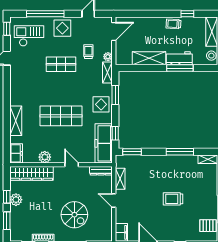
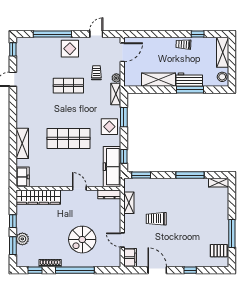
checkout: (29, 36) -> (36, 57), removed
plant: (45, 157) -> (52, 181), removed
trolley: (173, 199) -> (156, 219), moved
plant: (16, 200) -> (22, 239), moved
door: (114, 200) -> (122, 240), moved
spiral stairs: (74, 215) -> (82, 240), turned 90

